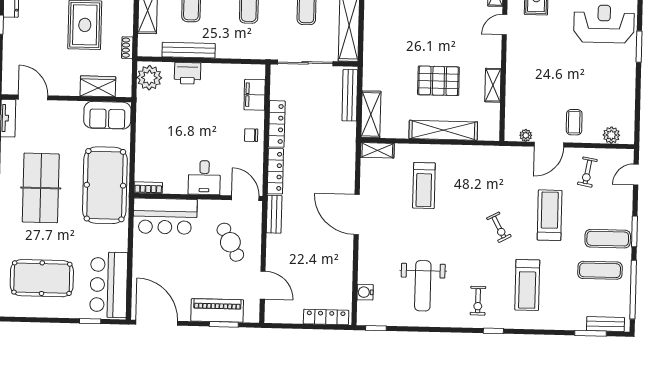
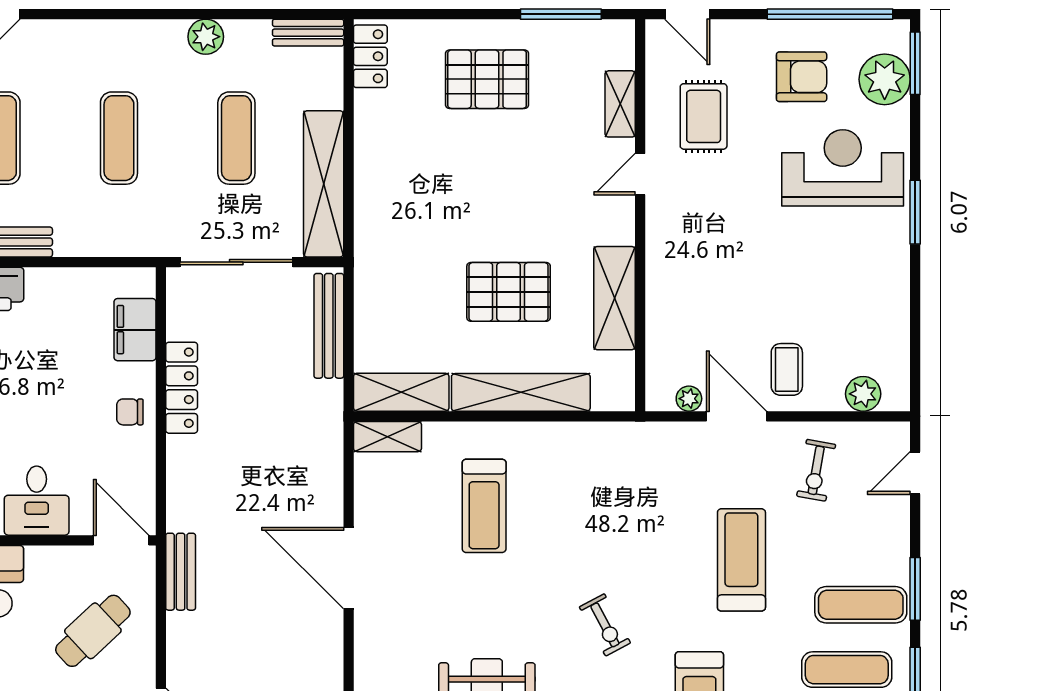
shelving: (493, 85) -> (614, 298), width x1.50, depth x1.33
shelving: (371, 114) -> (401, 392), moved, turned 90
door: (549, 145) -> (737, 416), swing flipped
locker: (275, 171) -> (181, 484), removed
exercise bike: (499, 227) -> (605, 625), moved
cafe table: (230, 242) -> (93, 631), turned 75

